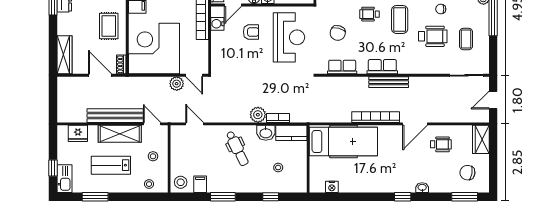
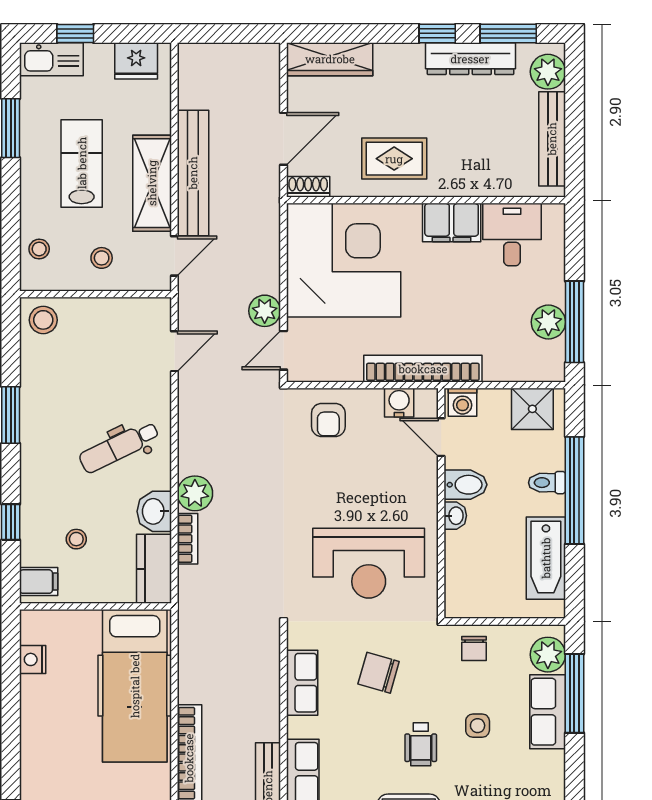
wheelchair: (370, 14) -> (421, 744), turned 180
armchair: (251, 32) -> (328, 420), moved
fridge: (78, 133) -> (136, 61), moved, turned -90
filing cabinet: (200, 184) -> (39, 582), moved

